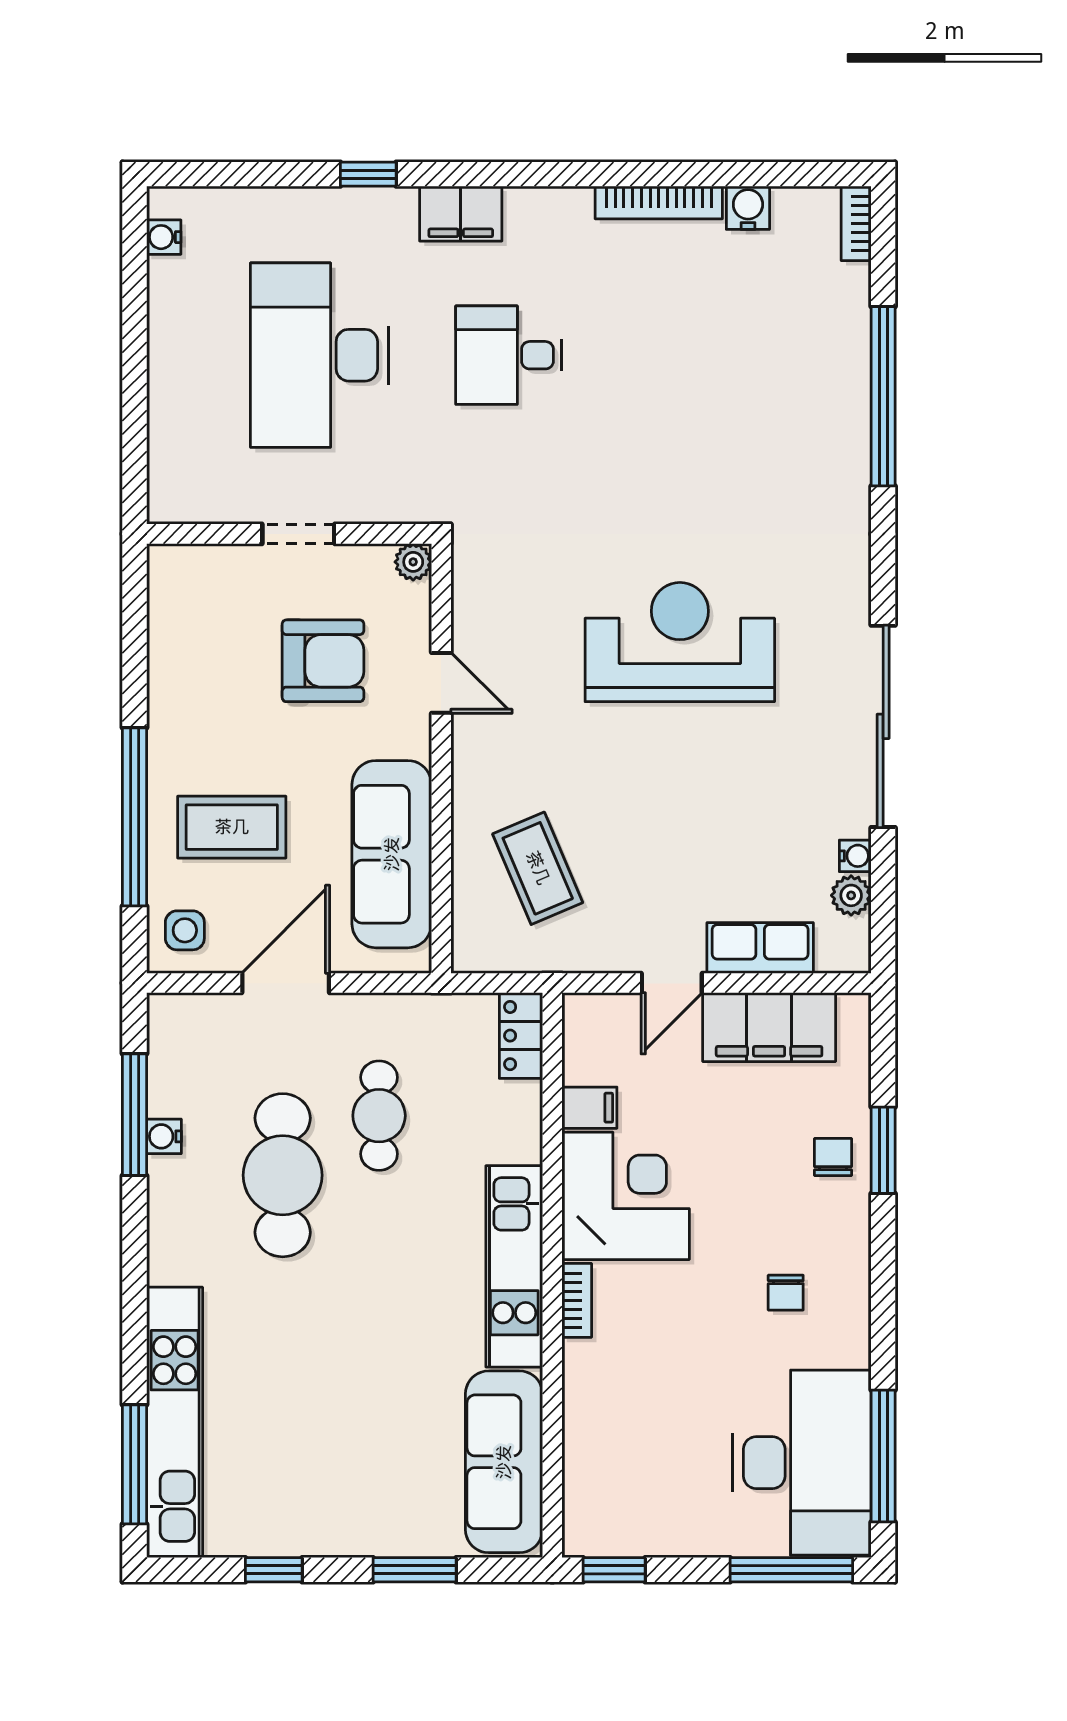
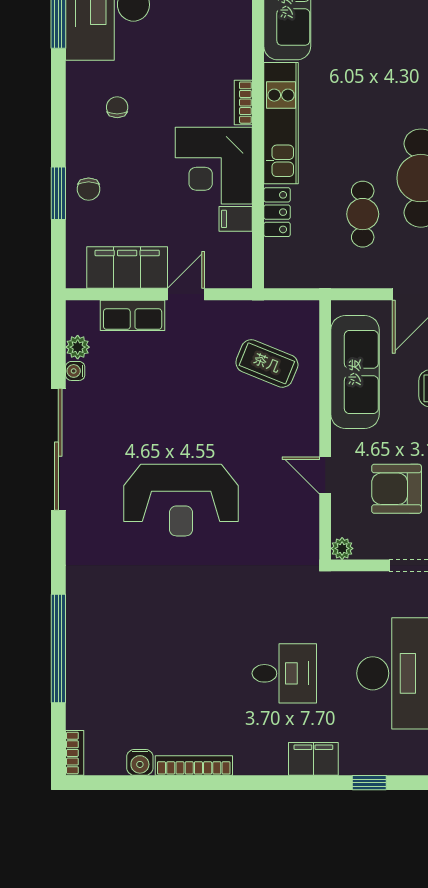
coffee table: (538, 868) -> (267, 363), turned -45
locker: (521, 1036) -> (277, 212), moved

